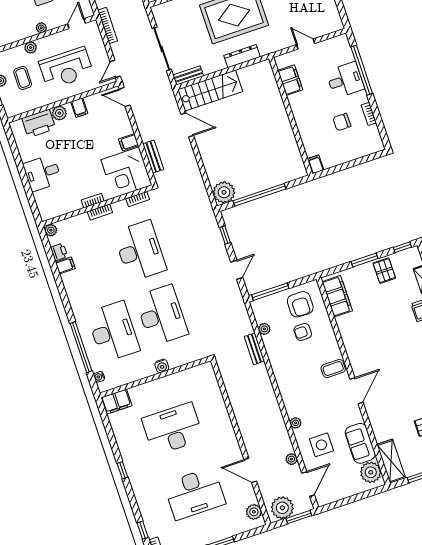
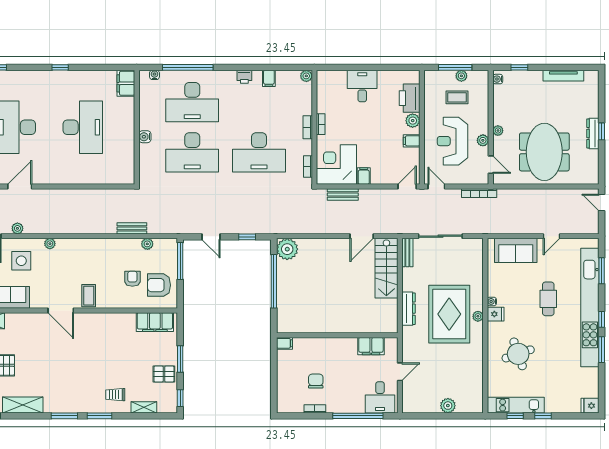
plant: (31, 48) -> (483, 140), moved
desk: (345, 80) -> (380, 397), moved
printer: (59, 252) -> (244, 77), moved

